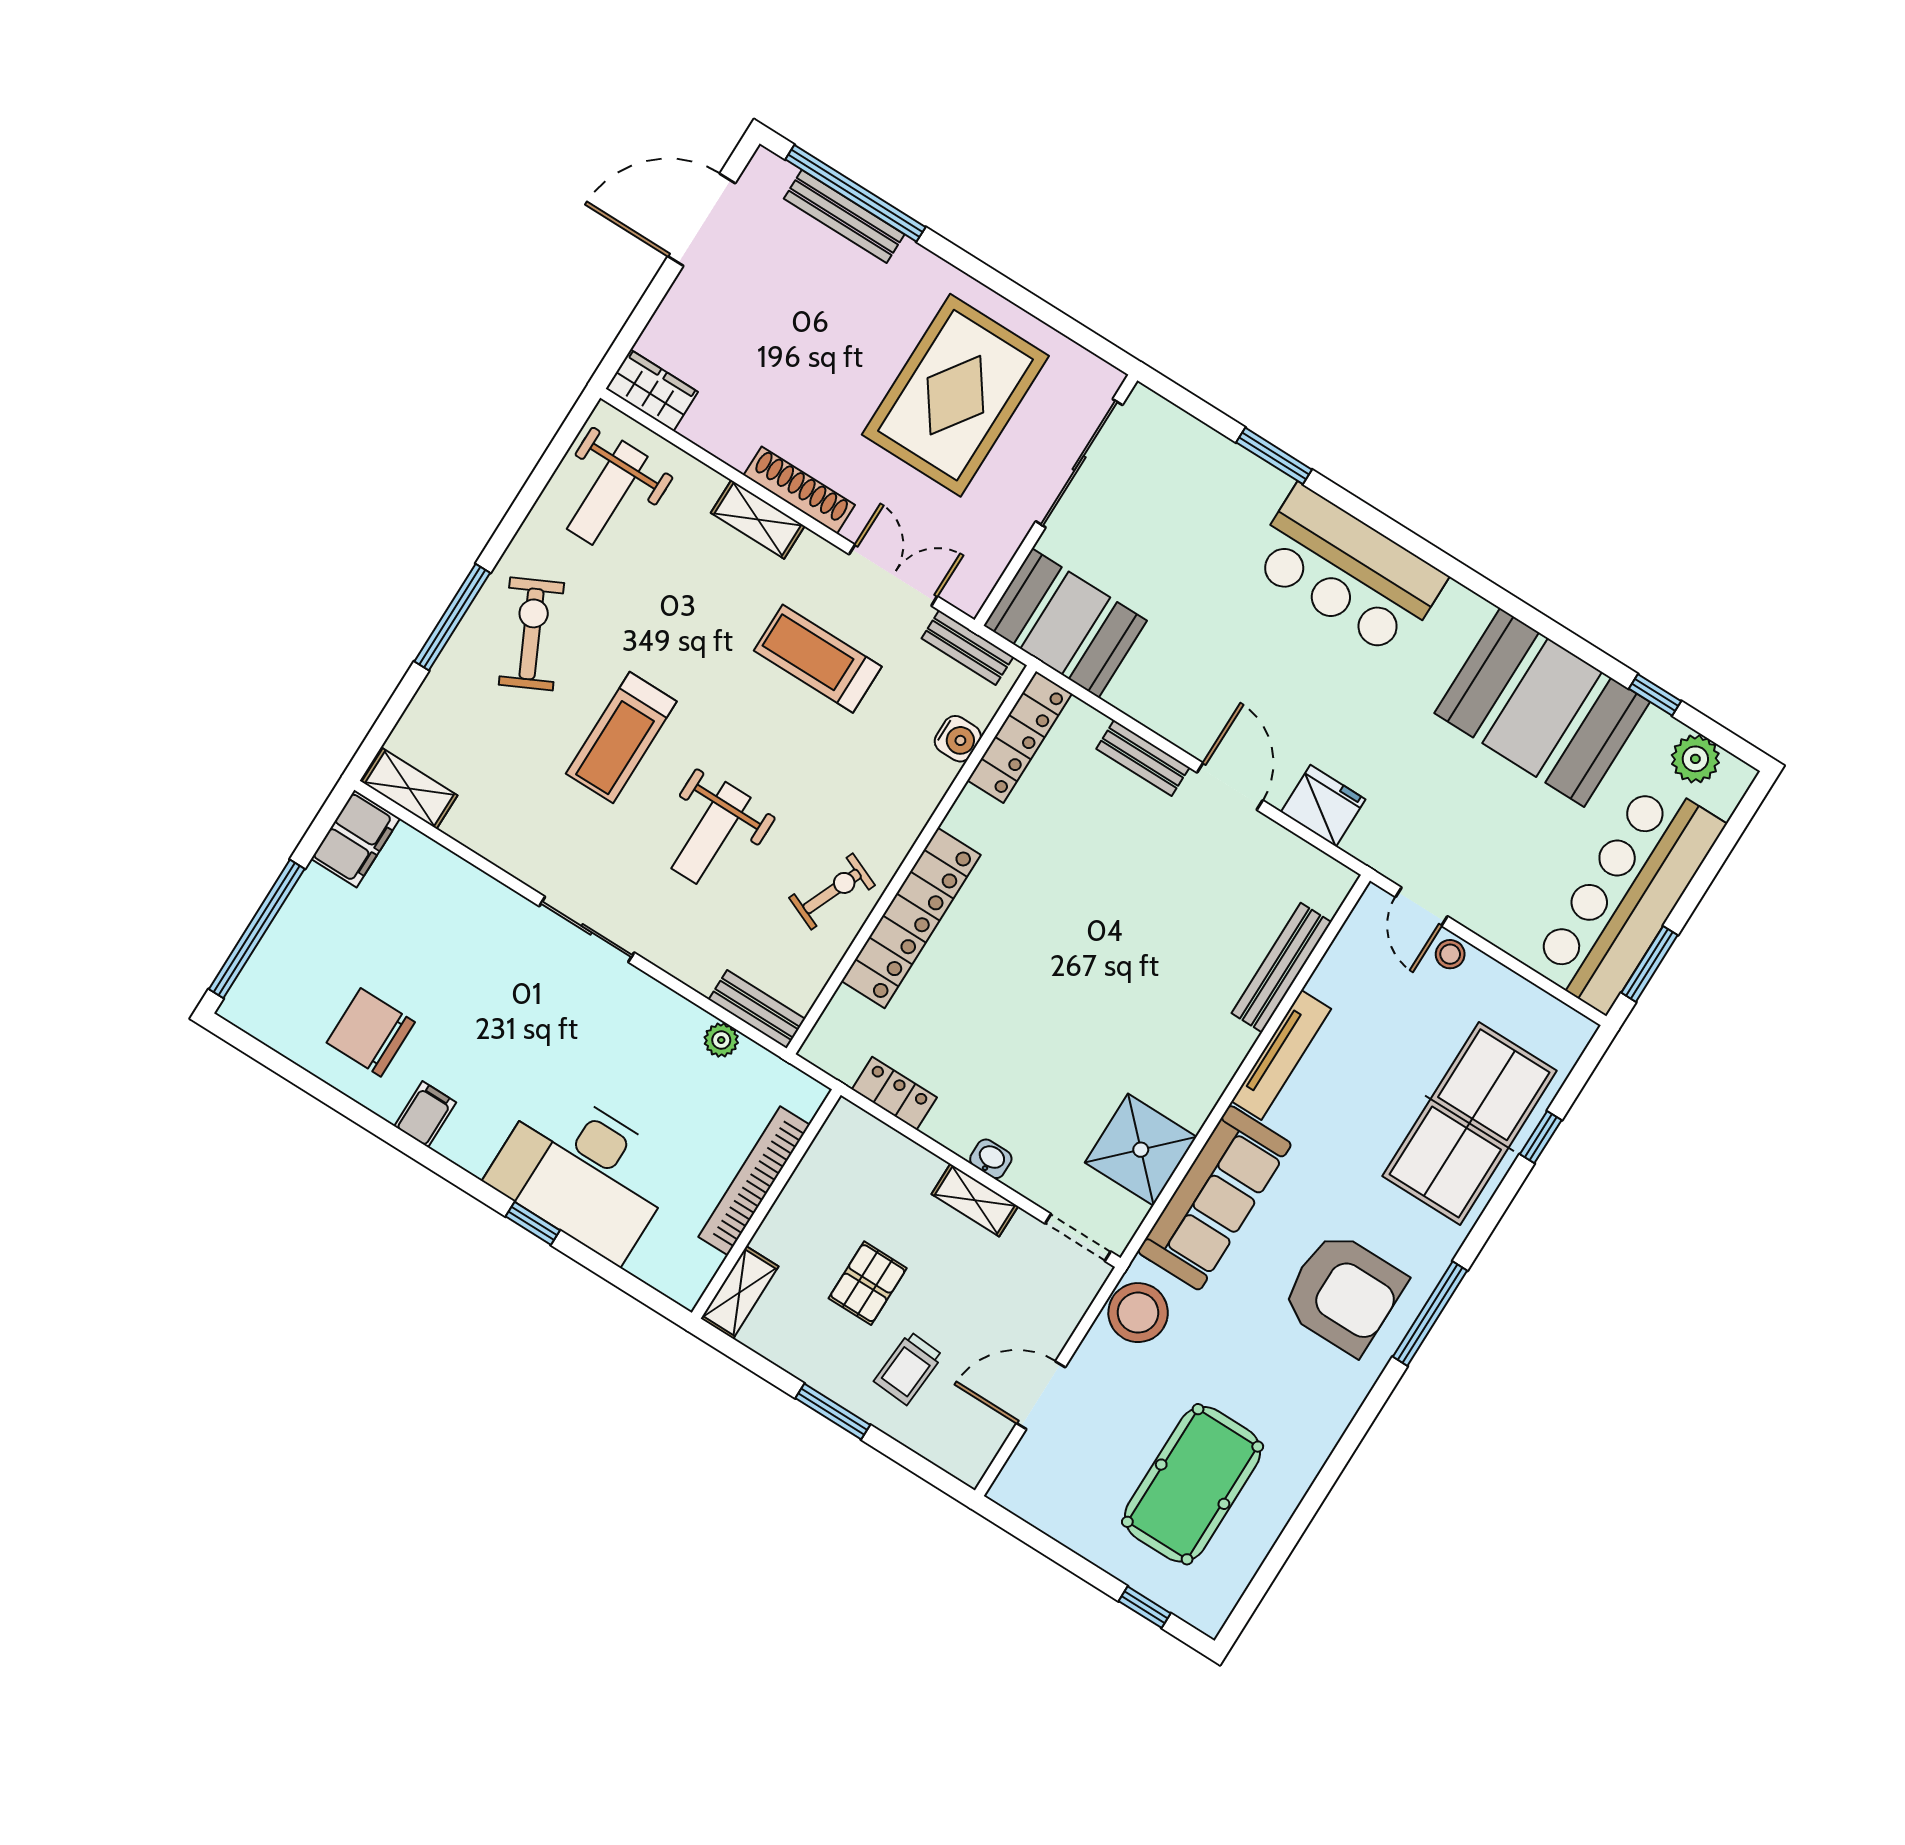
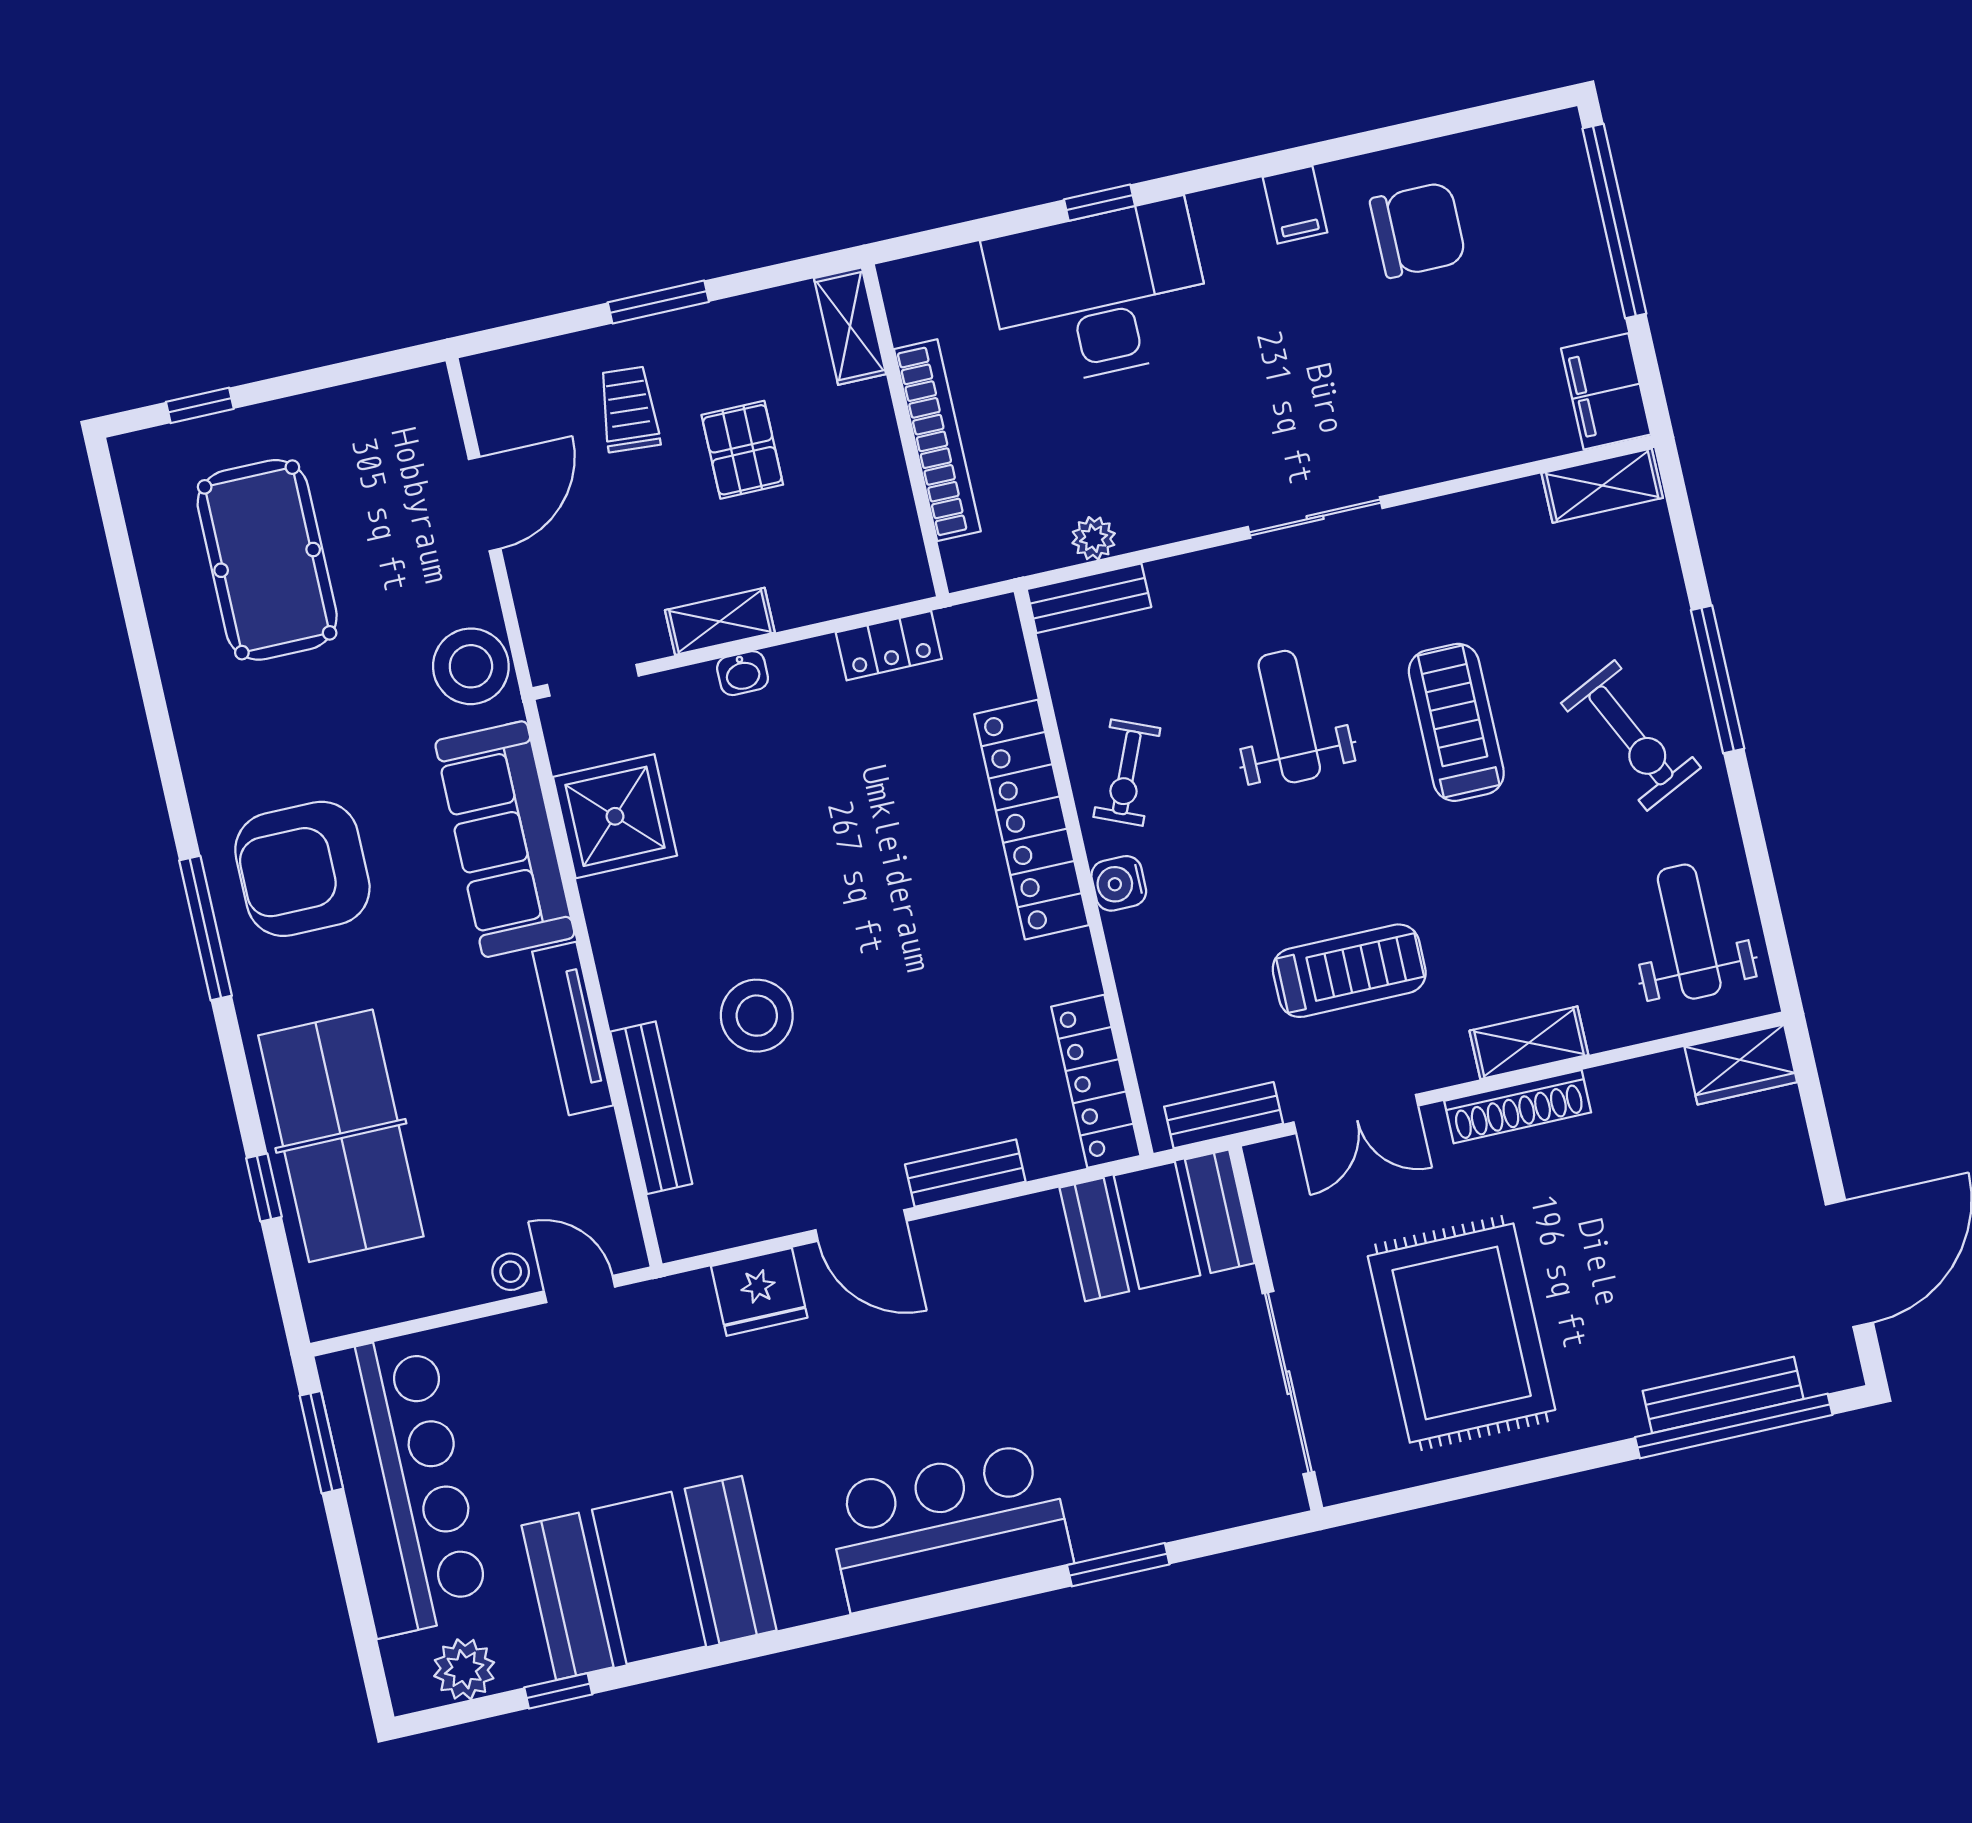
water cooler: (958, 739) -> (1119, 883), moved
stool: (1172, 961) -> (757, 1016), added

